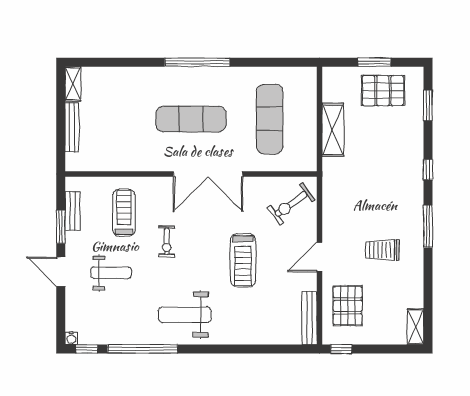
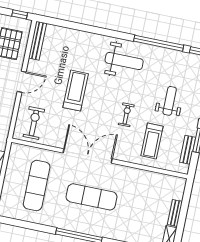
bench: (72, 127) -> (175, 213), width x0.73
exercise bike: (291, 204) -> (34, 123), turned -54
weight bench: (111, 273) -> (170, 101), turned 90

